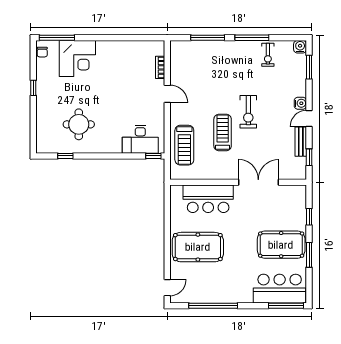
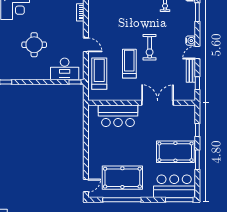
door: (167, 94) -> (86, 45), moved
round table: (79, 124) -> (34, 45), moved
treadmill: (184, 145) -> (99, 74), turned 180
pool table: (198, 247) -> (122, 178), moved

